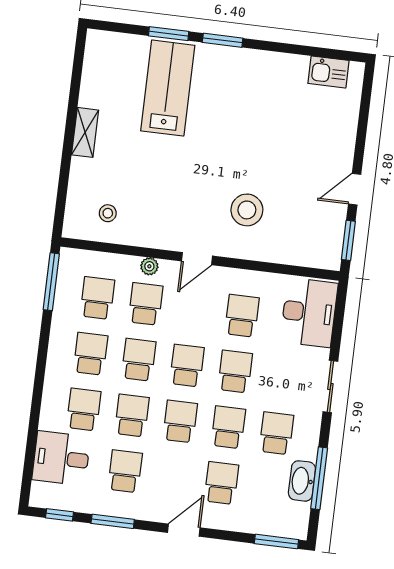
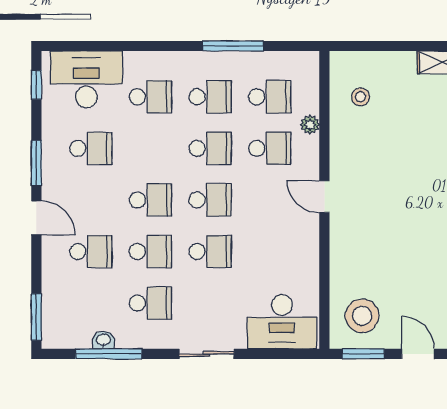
stool: (247, 210) -> (362, 316), moved
plant: (149, 266) -> (310, 125), moved
window: (51, 282) -> (233, 46), moved
school desk: (242, 316) -> (270, 251), removed
school desk: (132, 415) -> (150, 148), removed
desk: (61, 458) -> (86, 79), width x1.37
washbasin: (302, 481) -> (103, 340), width x0.52, depth x0.69
window: (113, 521) -> (36, 163), moved

